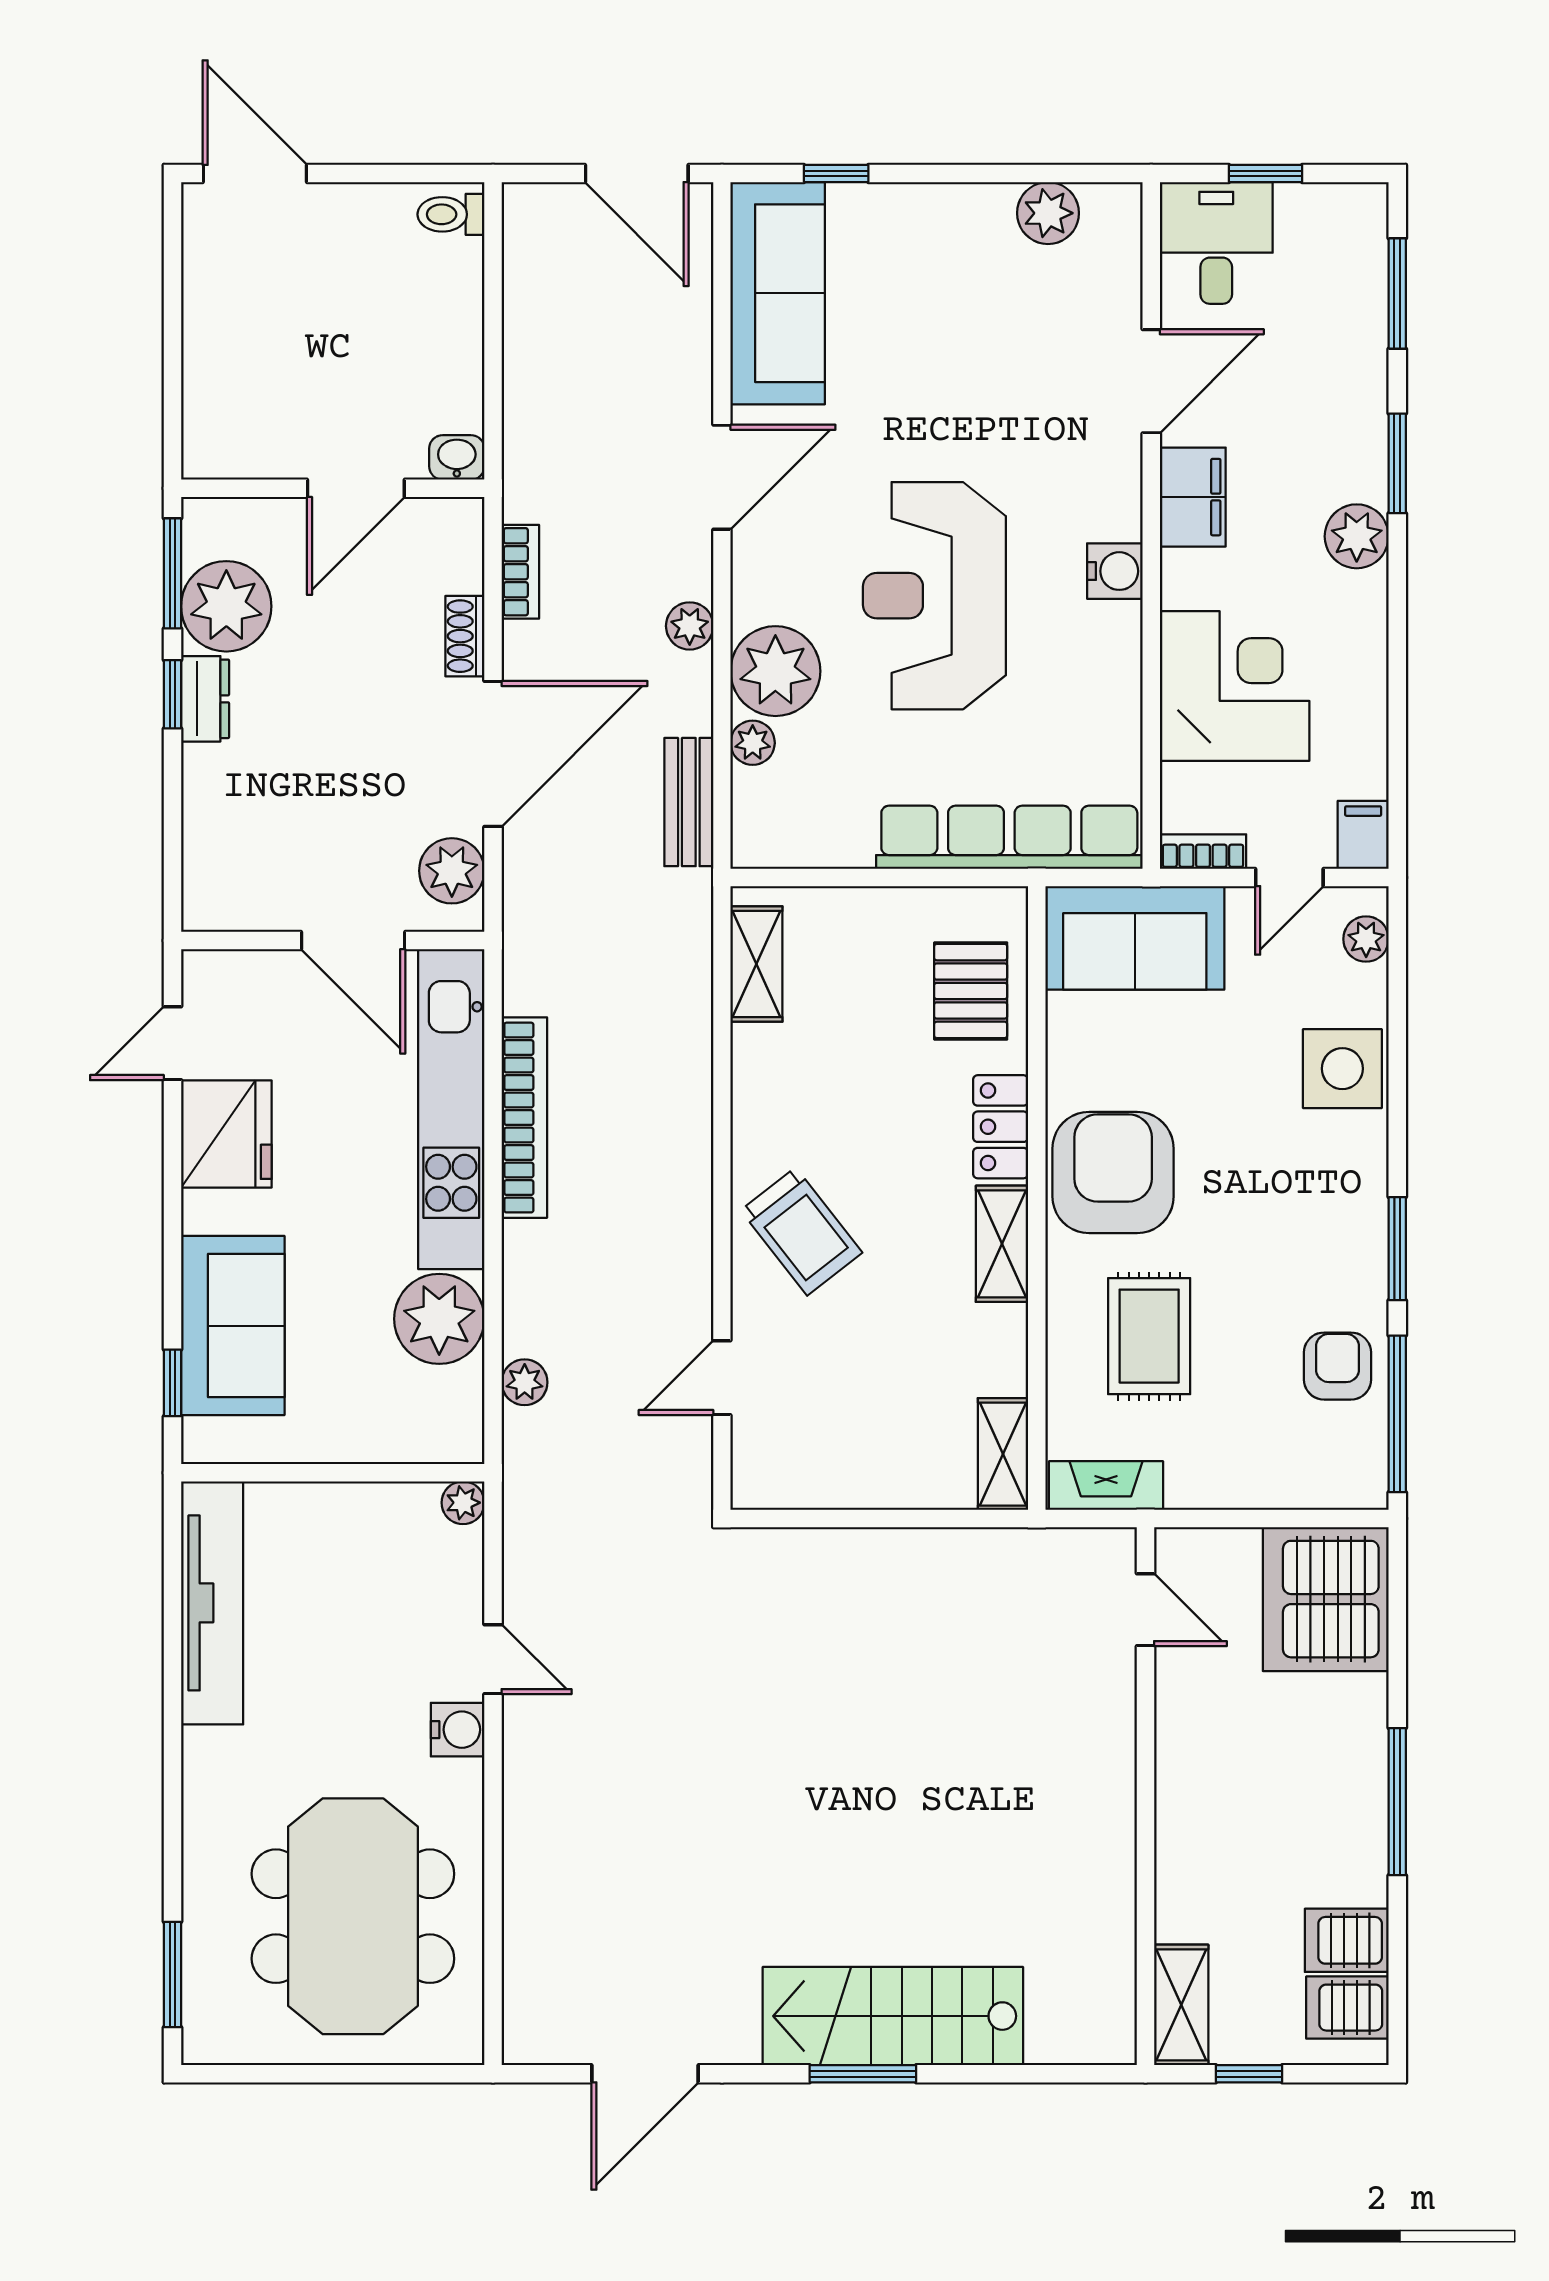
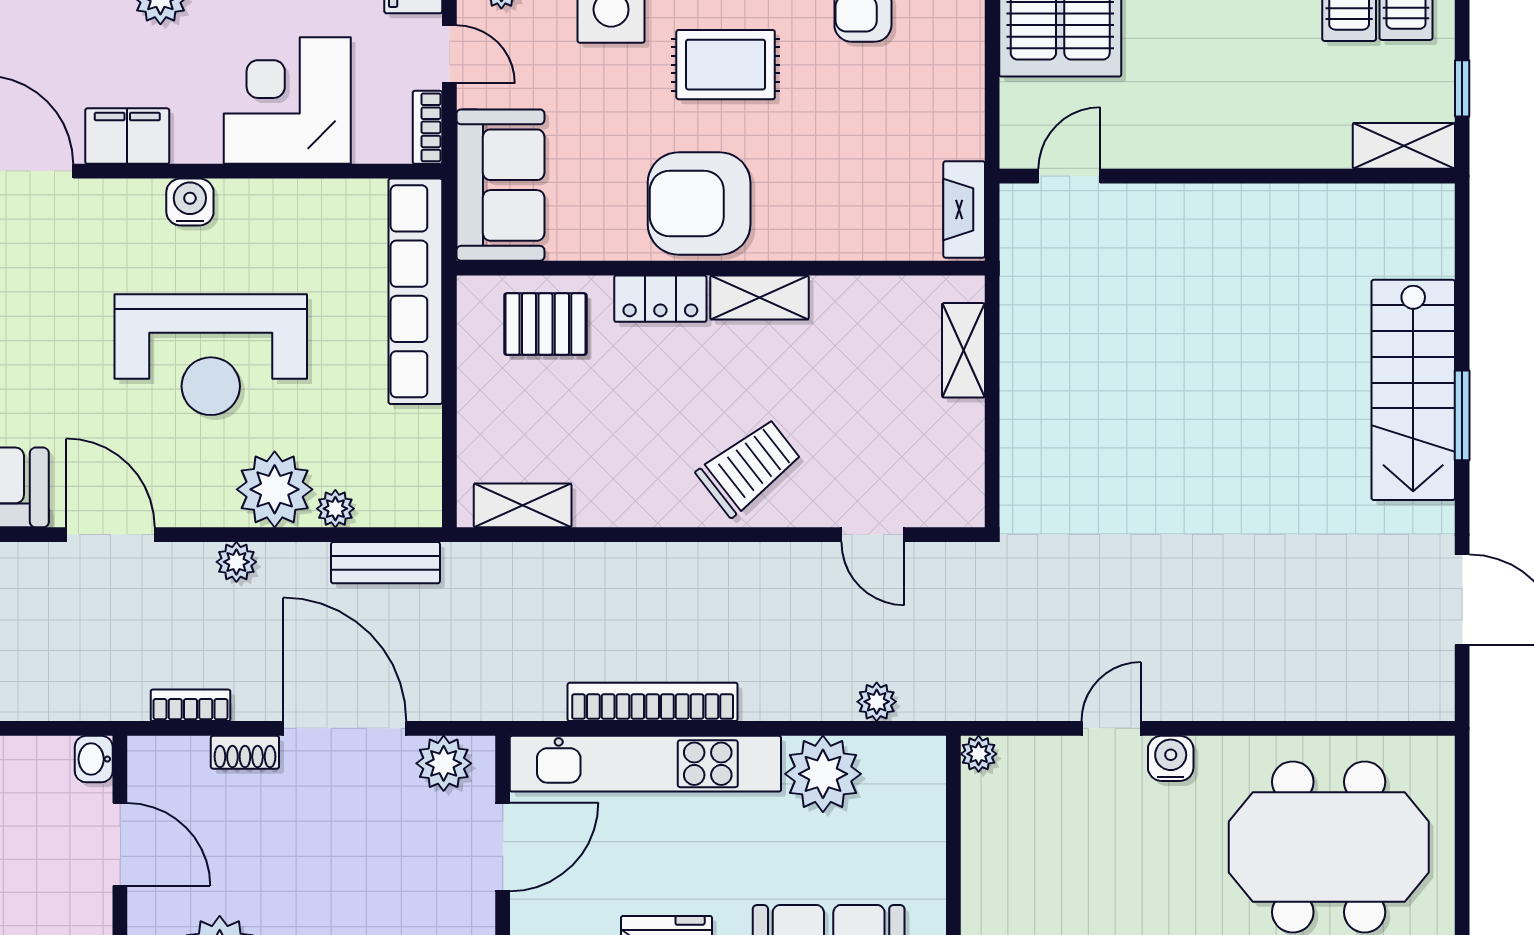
rug: (1149, 1336) -> (726, 65), moved
shelving: (1003, 1454) -> (963, 350), moved, turned 90

